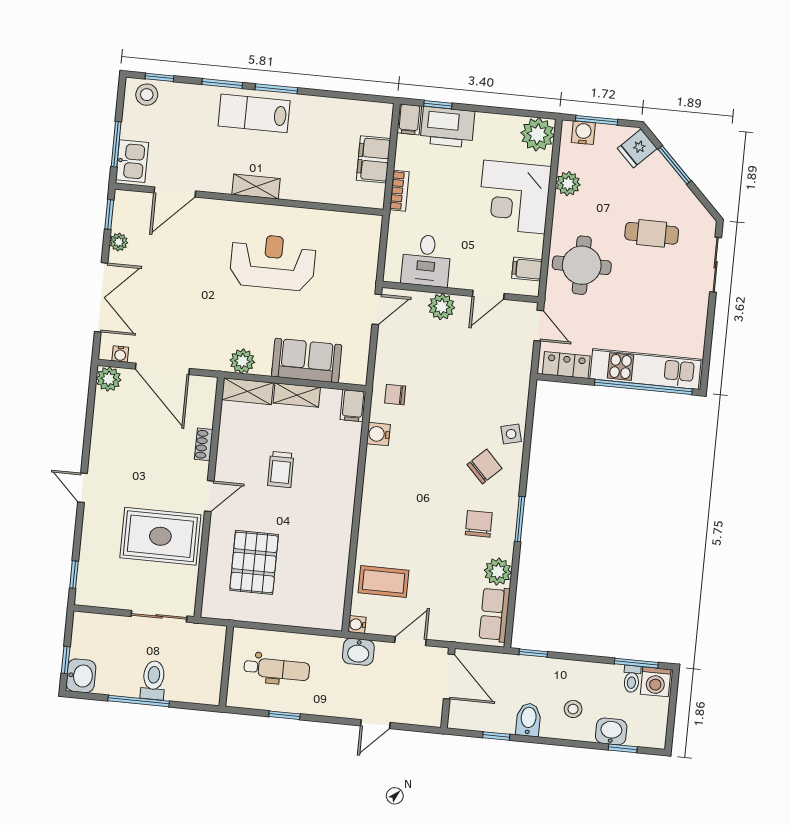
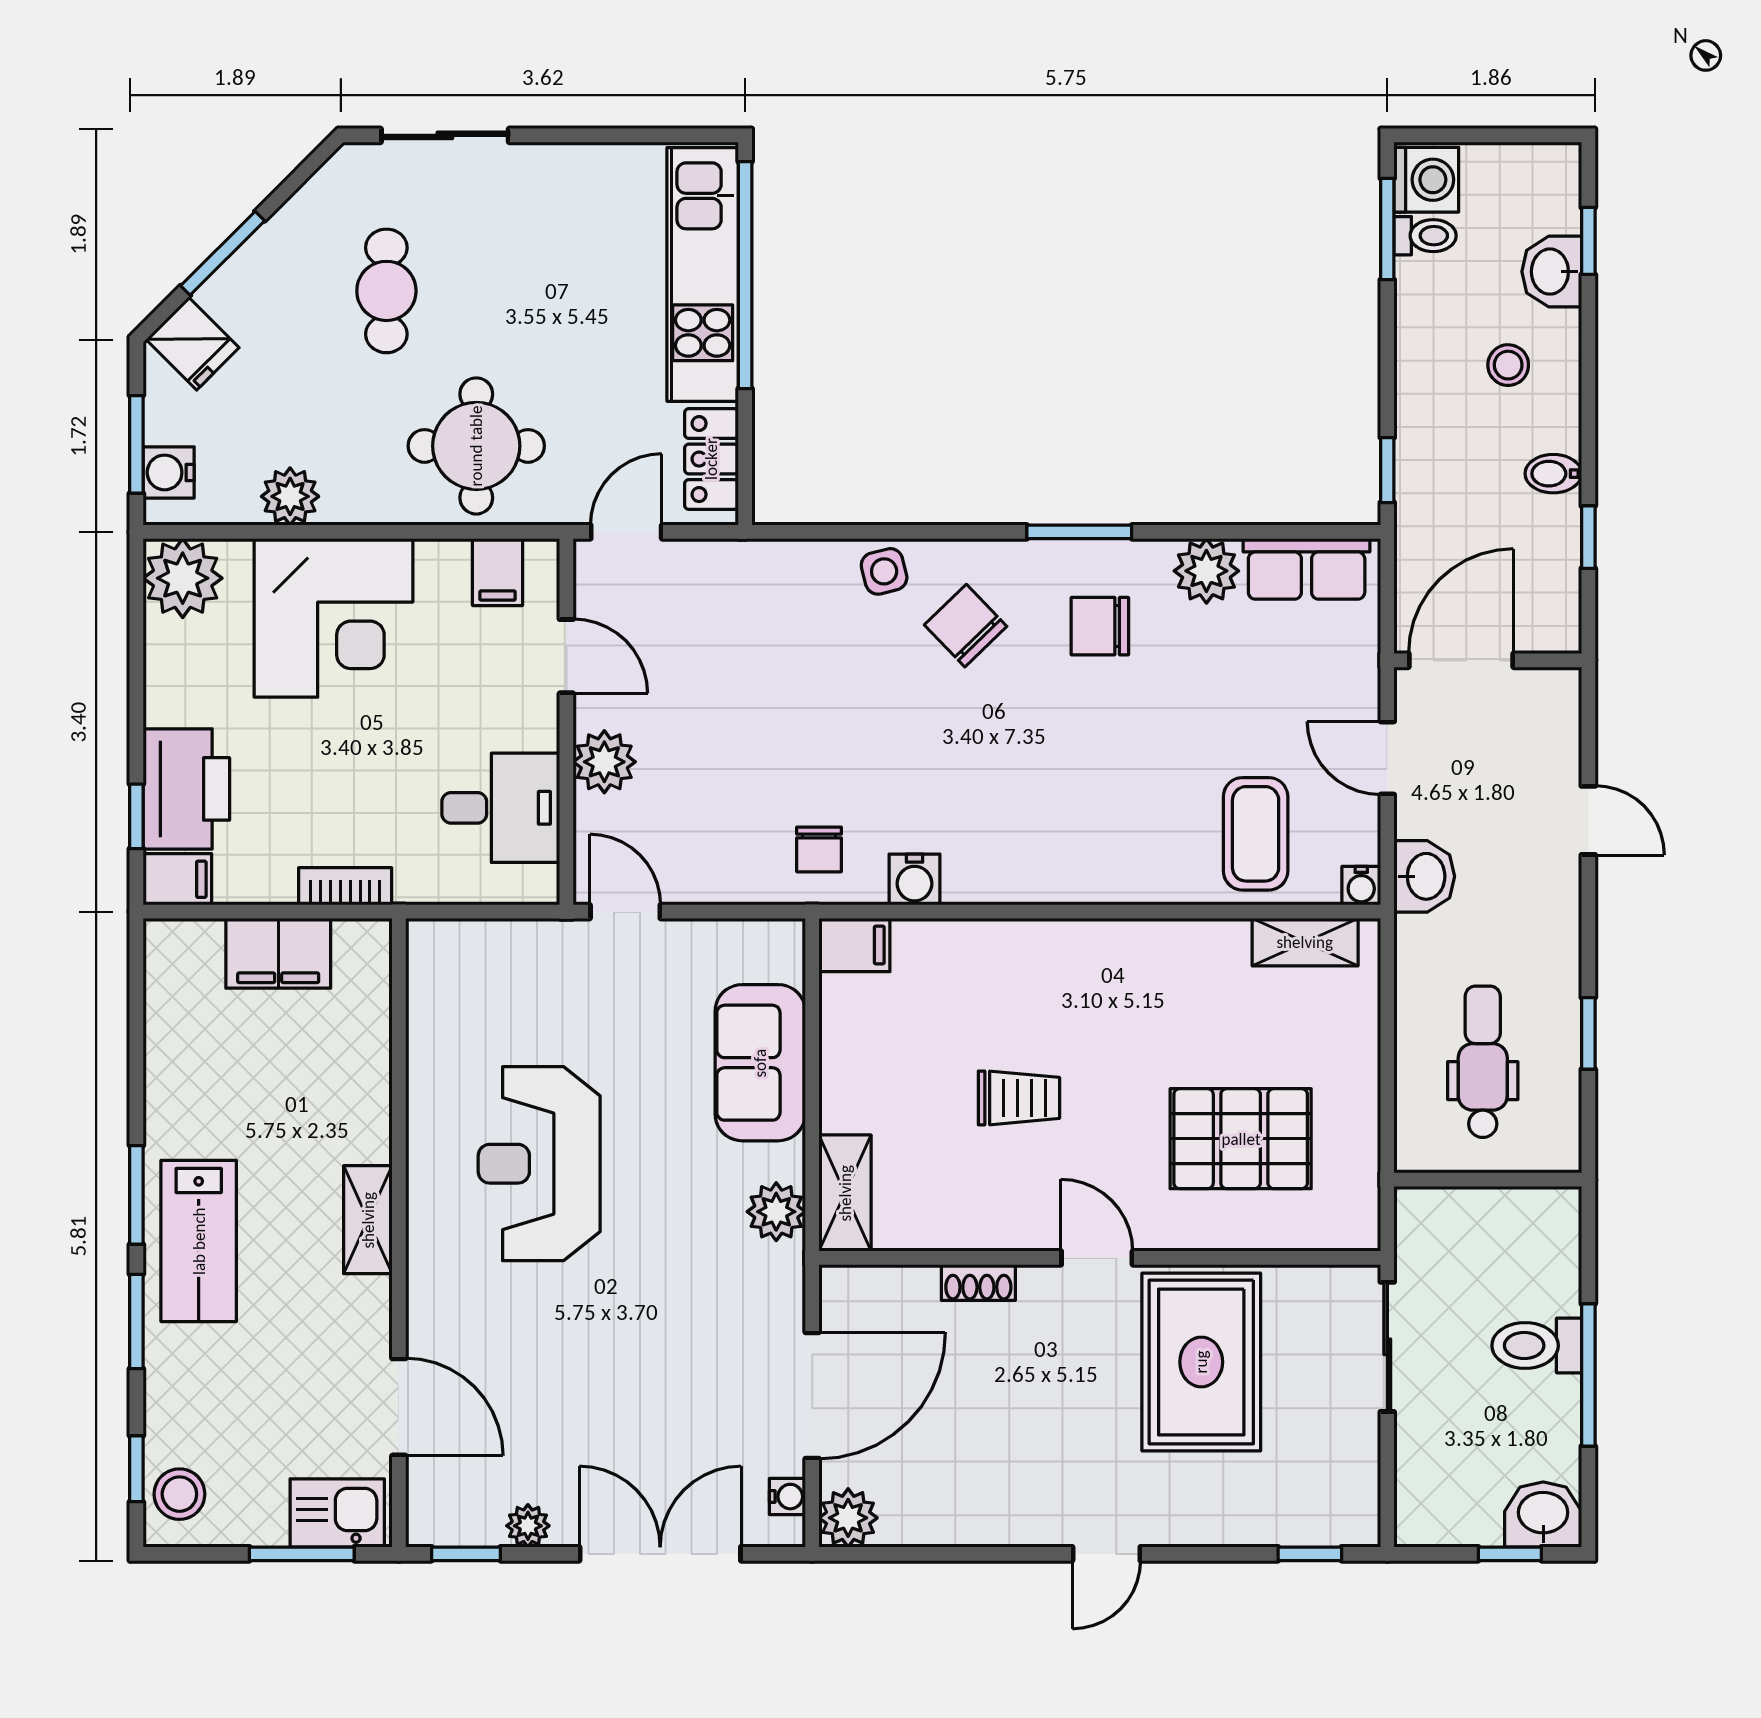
shelving: (297, 395) -> (1305, 942), moved, turned 90
bidet: (528, 720) -> (1553, 474), width x0.72, depth x0.74

